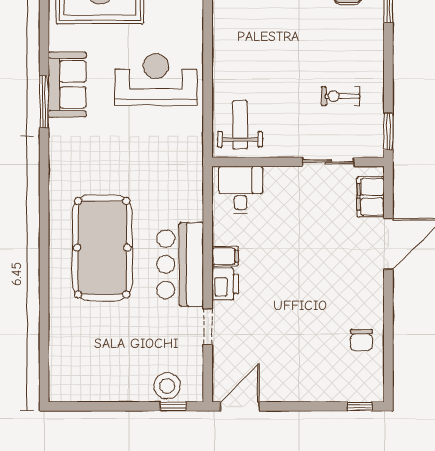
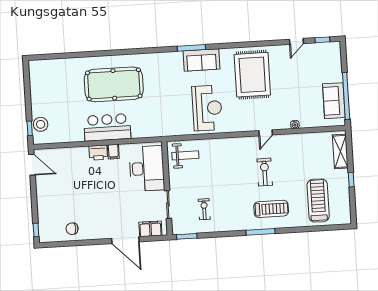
desk: (241, 190) -> (147, 168), width x1.87, depth x1.30
doorway: (208, 327) -> (74, 144), removed

